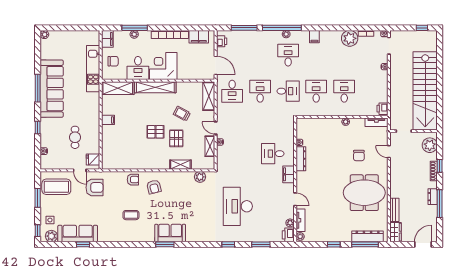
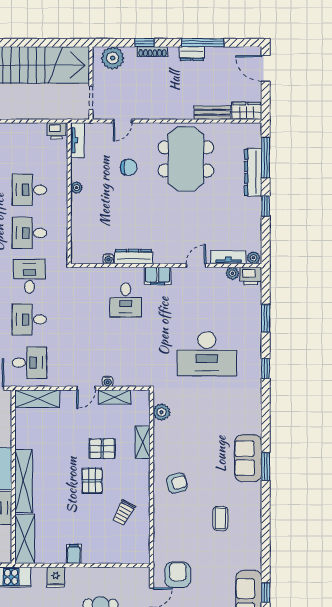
trolley: (182, 114) -> (124, 513), moved
fridge: (93, 160) -> (56, 577), moved
armchair: (133, 180) -> (166, 516), removed
dresser: (368, 236) -> (253, 172), moved

